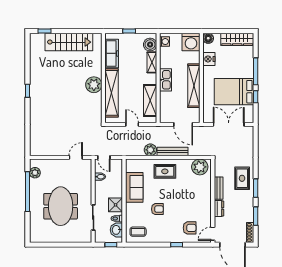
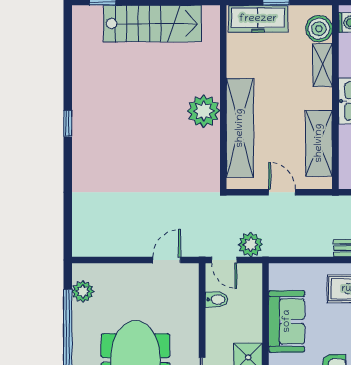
freezer: (112, 53) -> (258, 19), moved, turned 90
plant: (150, 150) -> (250, 245), moved

